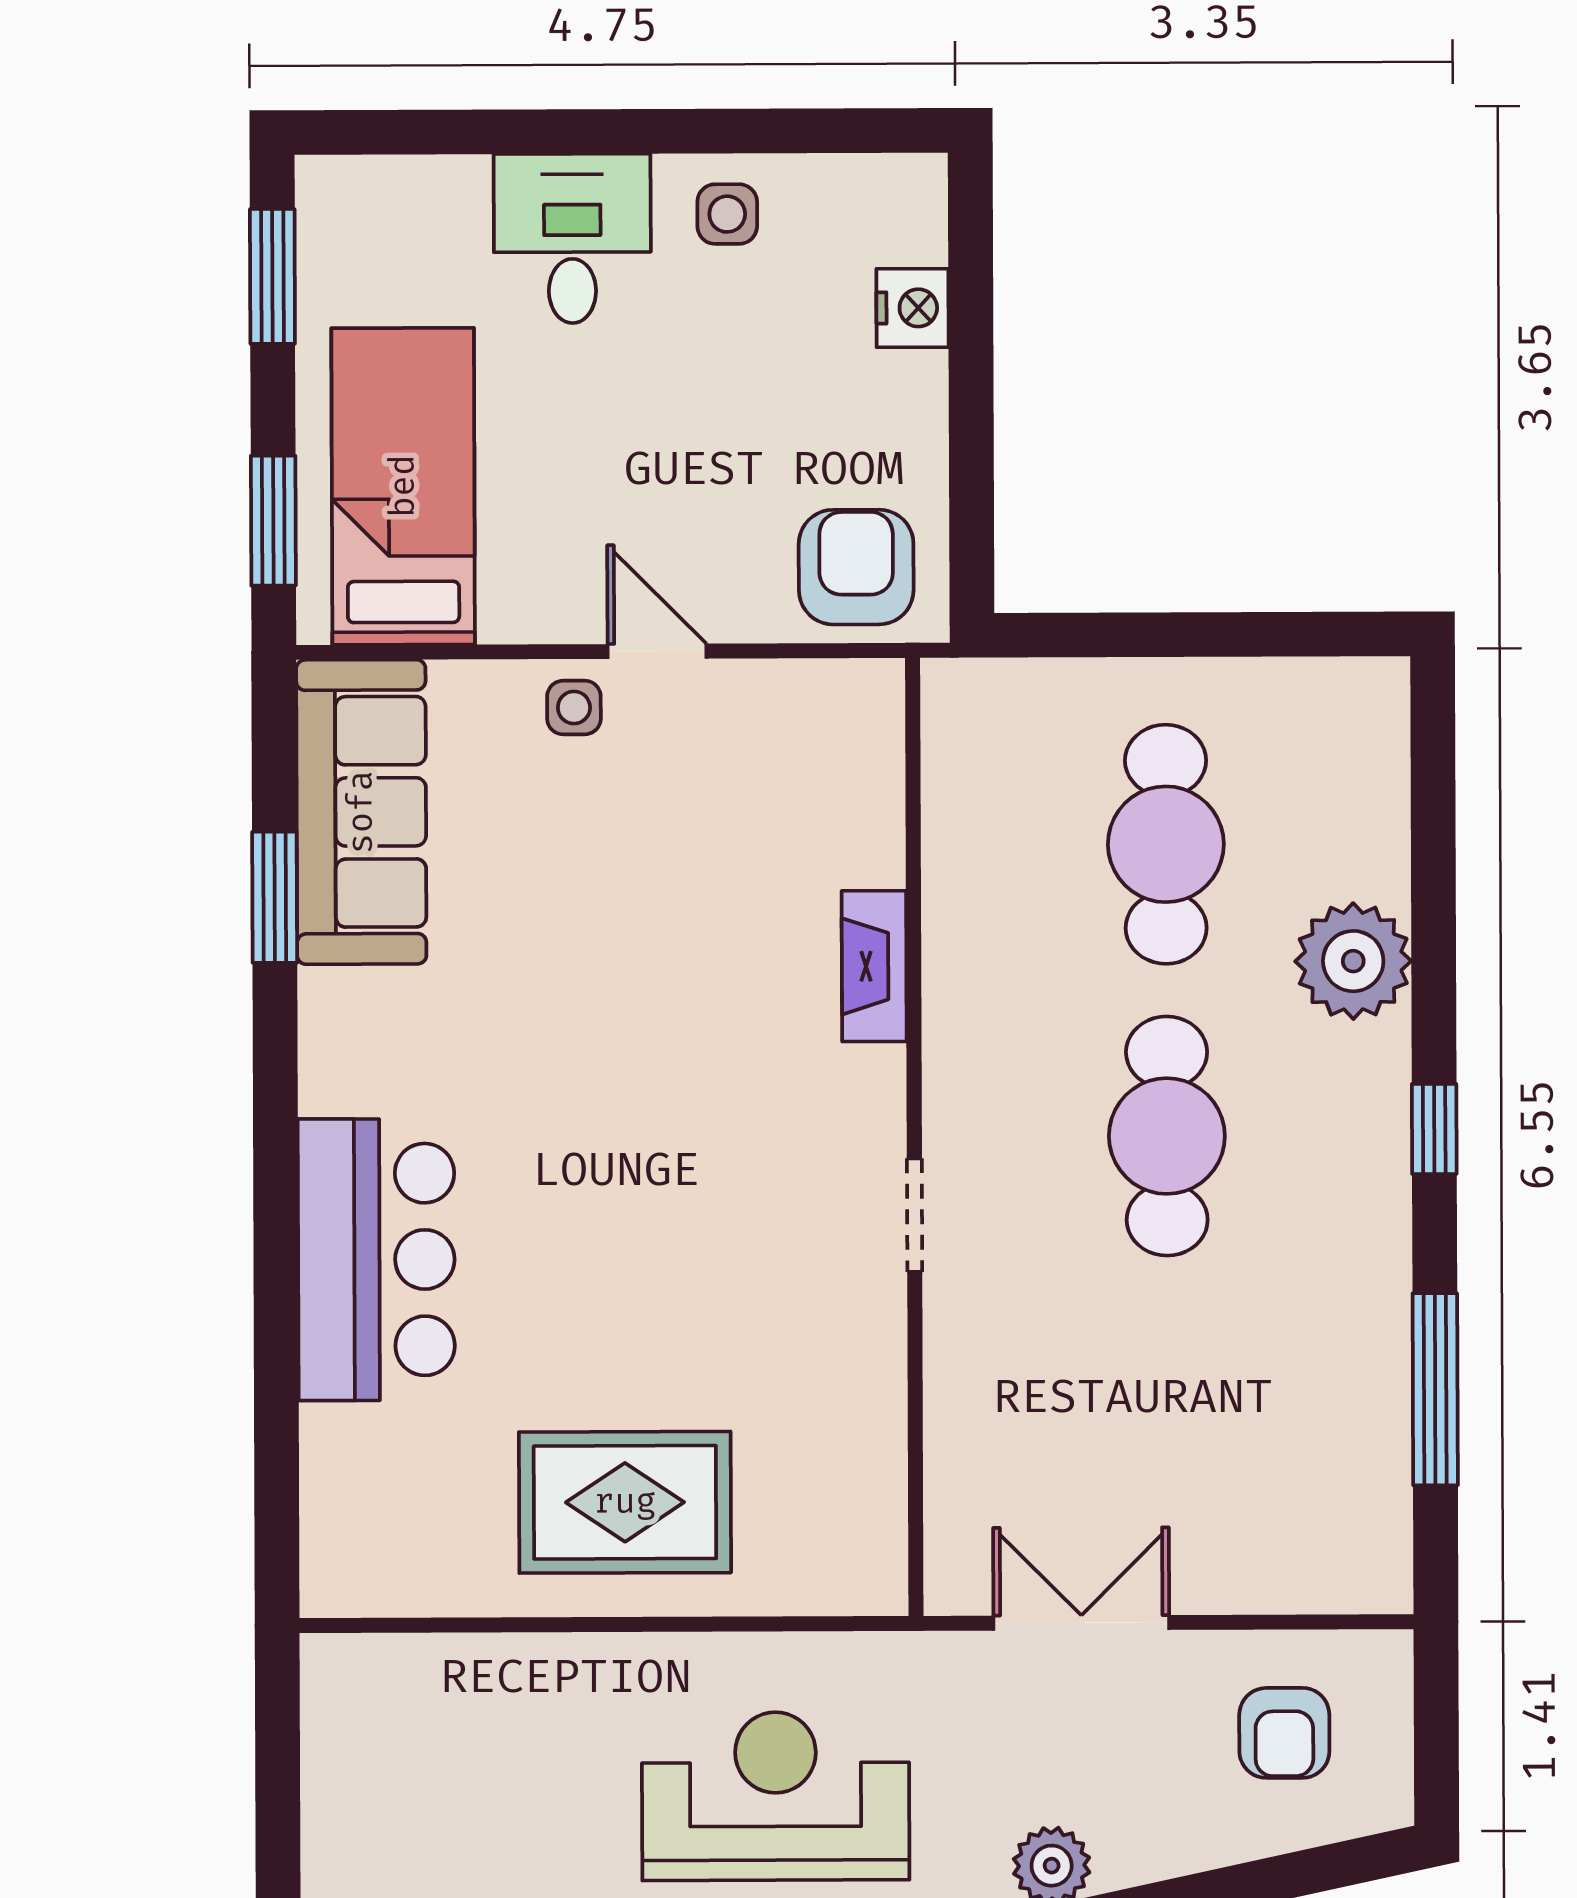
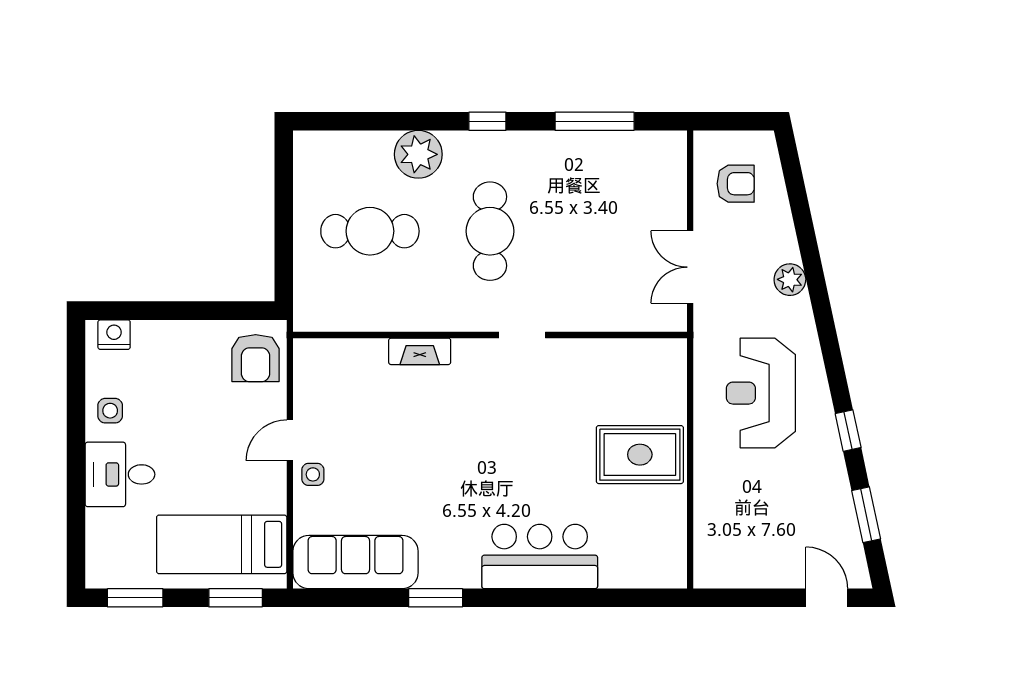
nightstand: (912, 308) -> (114, 335), moved
armchair: (856, 567) -> (256, 358), turned -90
window: (275, 897) -> (436, 598), moved
cafe table: (1167, 1136) -> (490, 231), turned 90
rug: (625, 1502) -> (640, 455), turned 90

